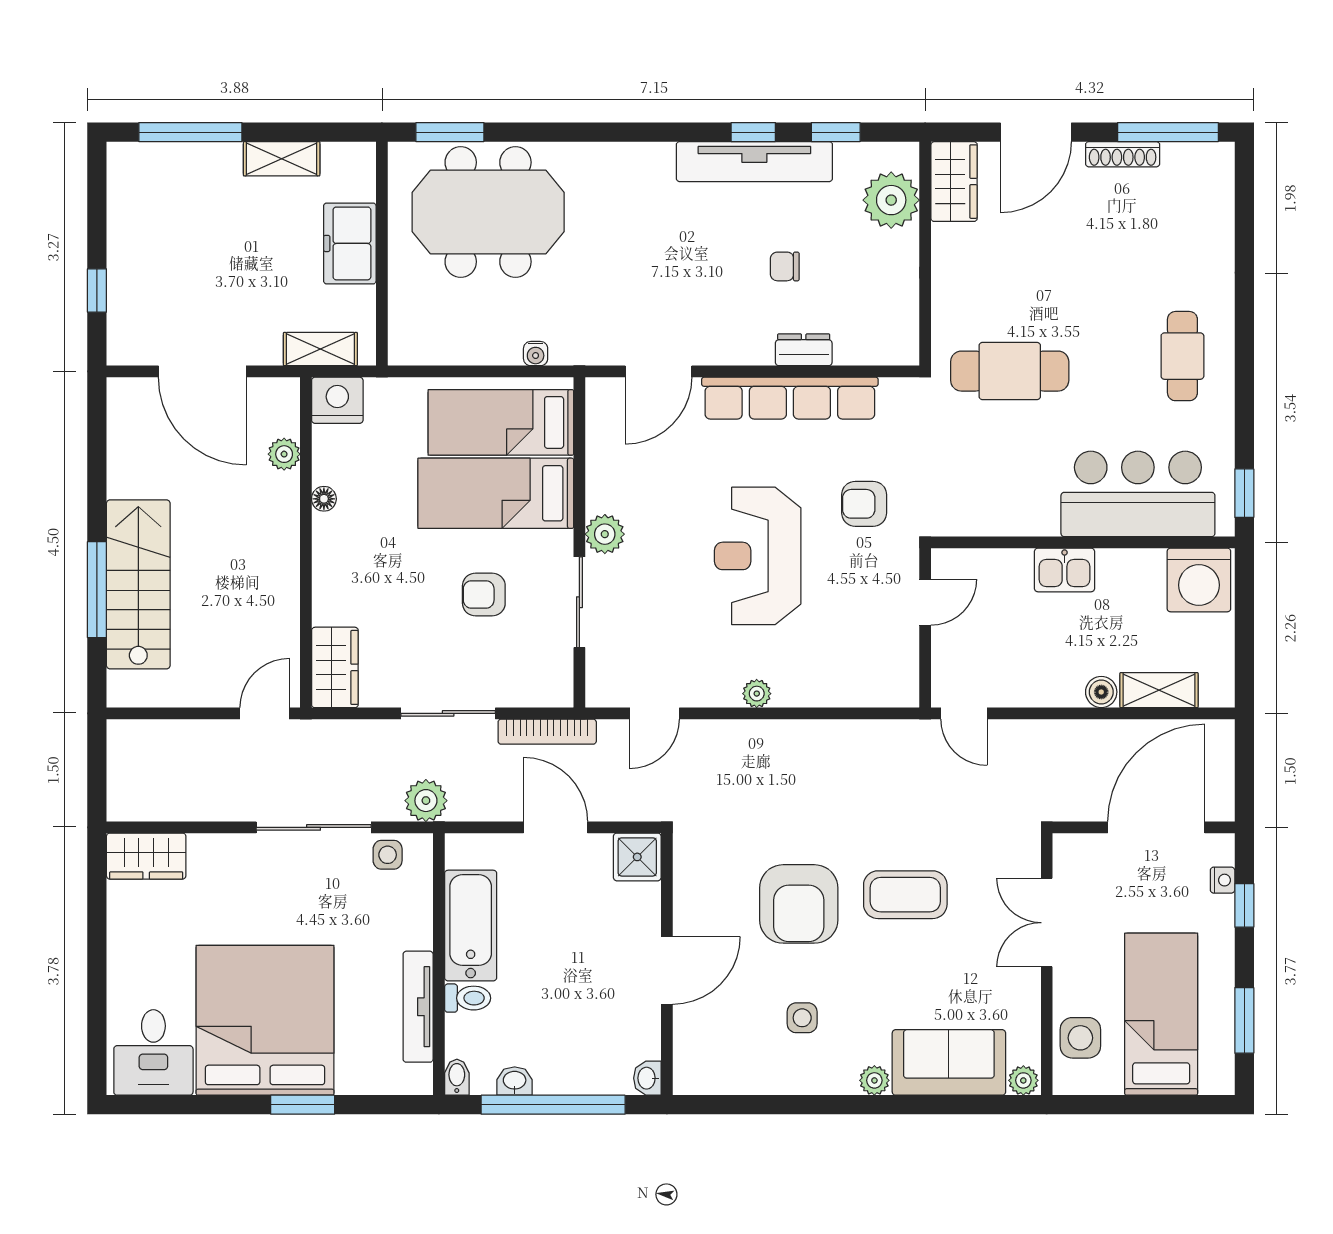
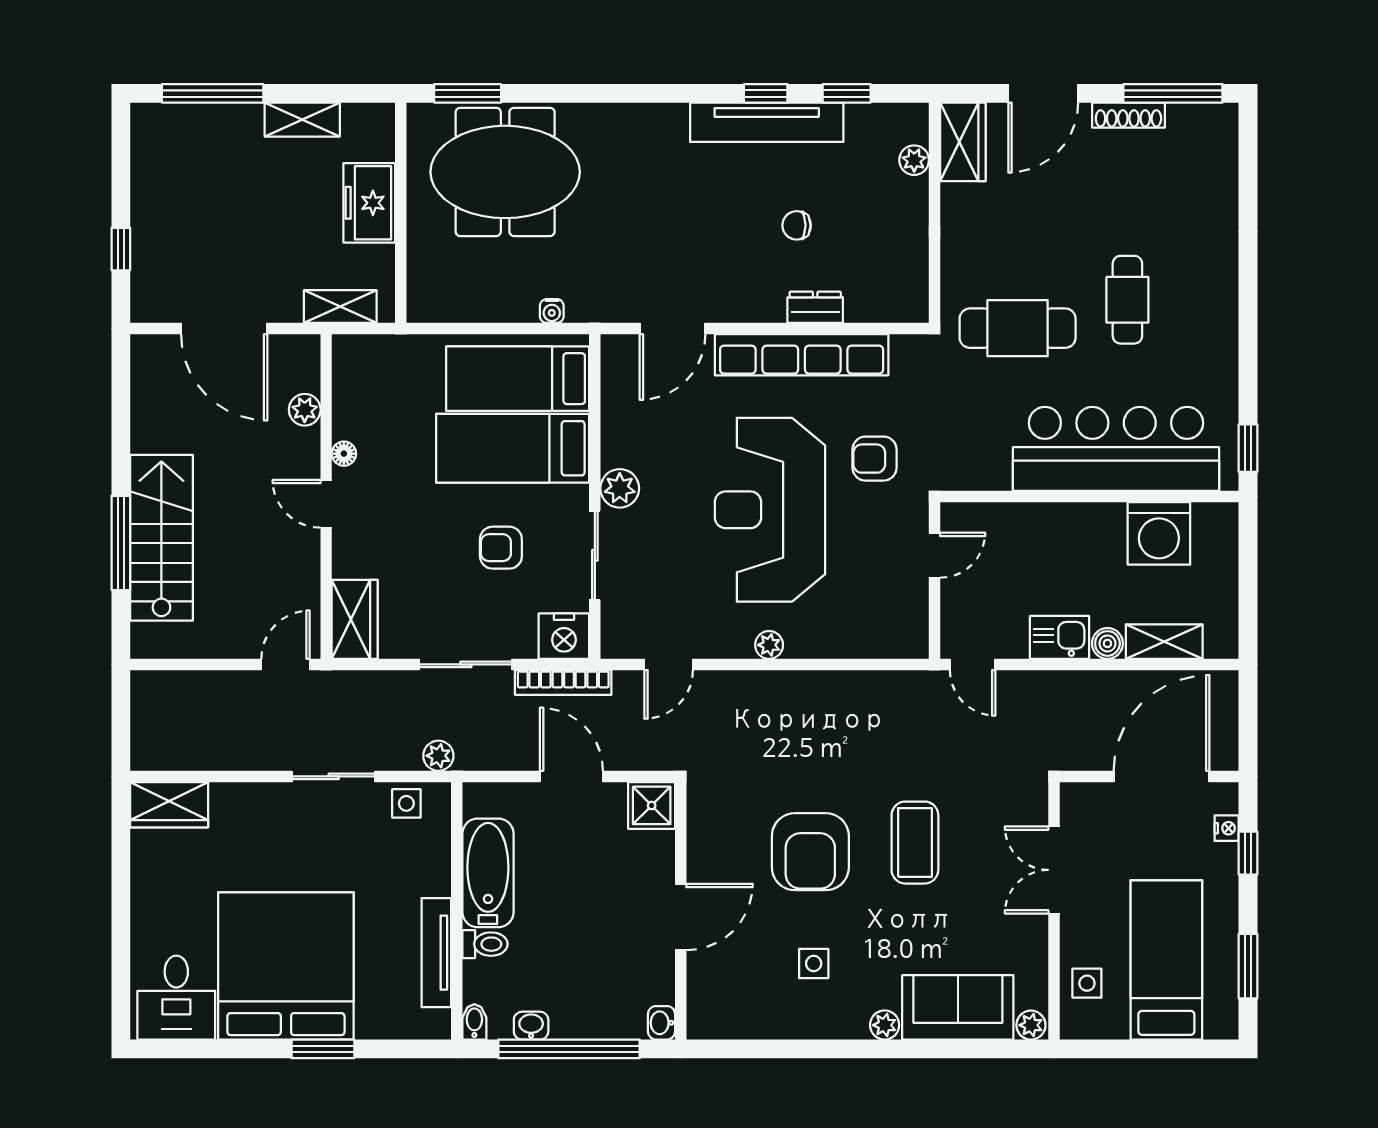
plant: (891, 200) -> (914, 160), width x0.53, depth x0.53
cafe table: (1182, 356) -> (1127, 300), moved
nightstand: (337, 400) -> (564, 636), moved, turned 180
bar counter: (1138, 494) -> (1116, 449), width x1.36
door: (306, 550) -> (326, 504), added
reception desk: (758, 556) -> (770, 510), width x1.36, depth x1.30
kitchen sink: (1065, 570) -> (1059, 637), moved, turned 180
washing machine: (1199, 580) -> (1159, 533), moved
plant: (426, 801) -> (438, 756), width x0.73, depth x0.73
sliding door: (314, 827) -> (334, 776), width x0.73
coffee table: (905, 895) -> (915, 843), turned 90
side table: (1080, 1038) -> (1087, 983), width x0.73, depth x0.73

